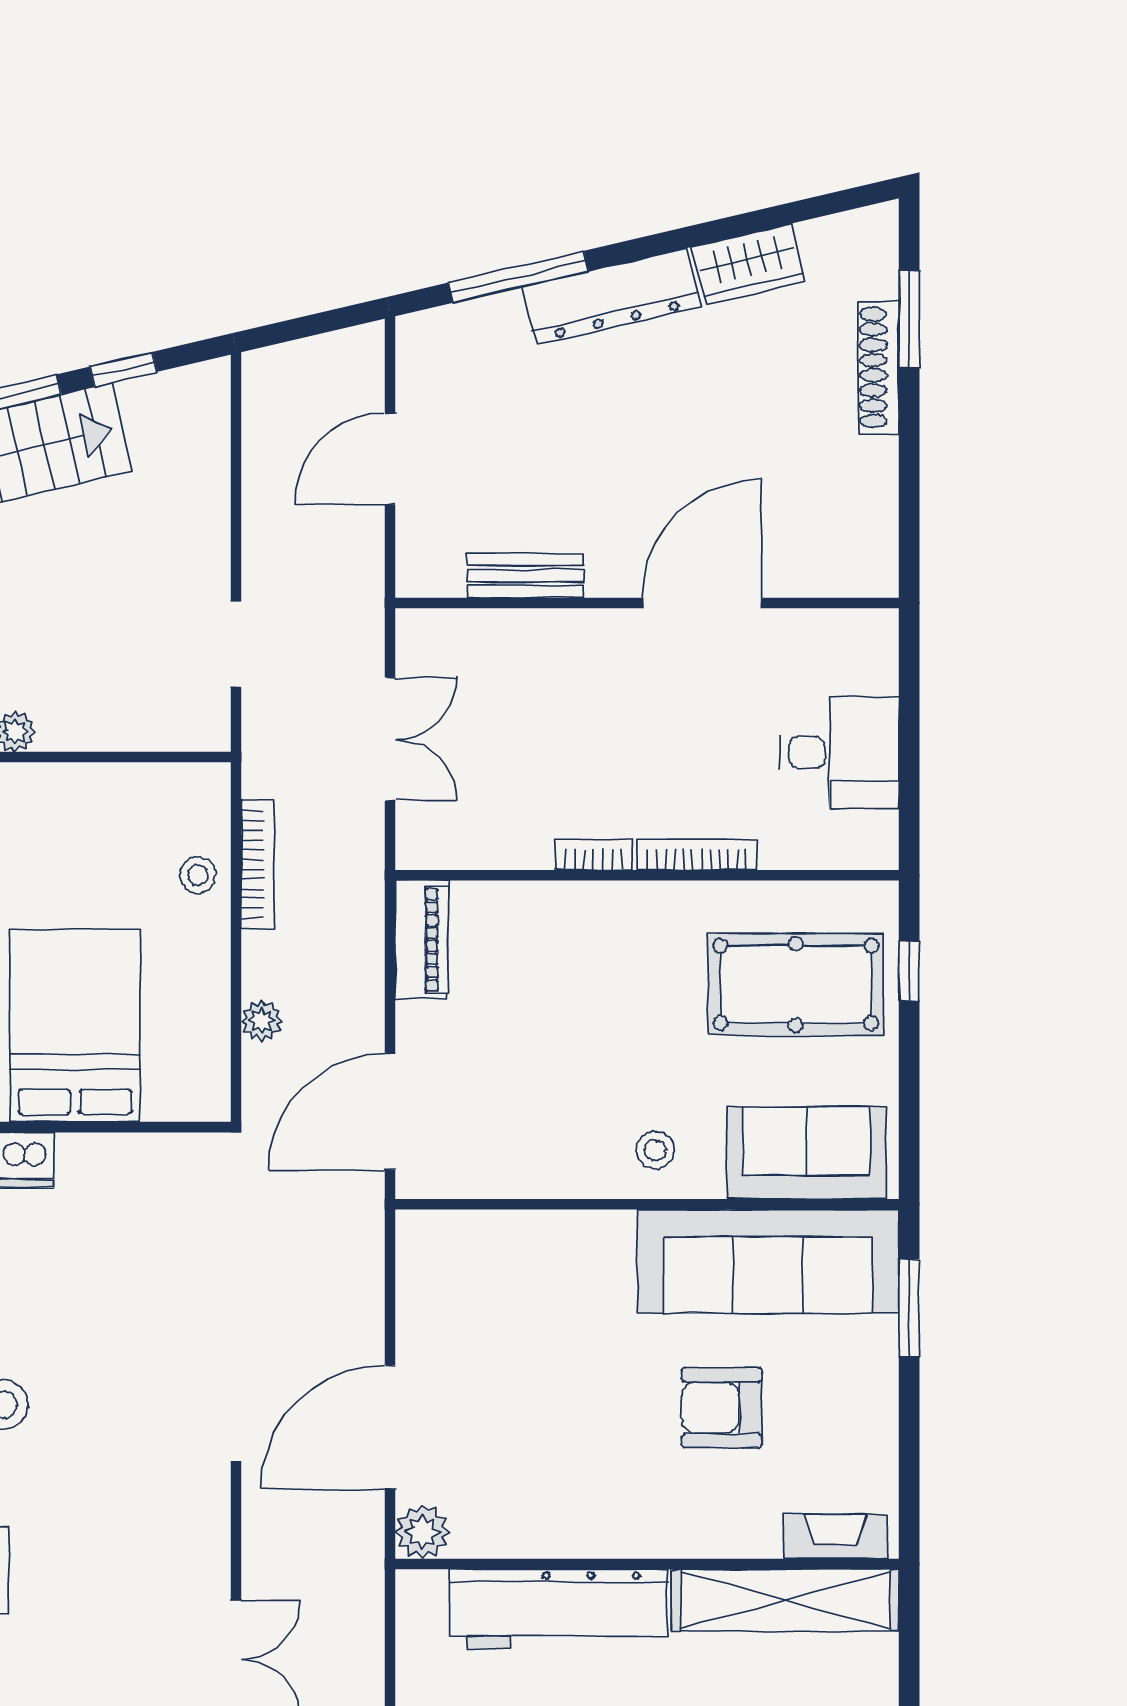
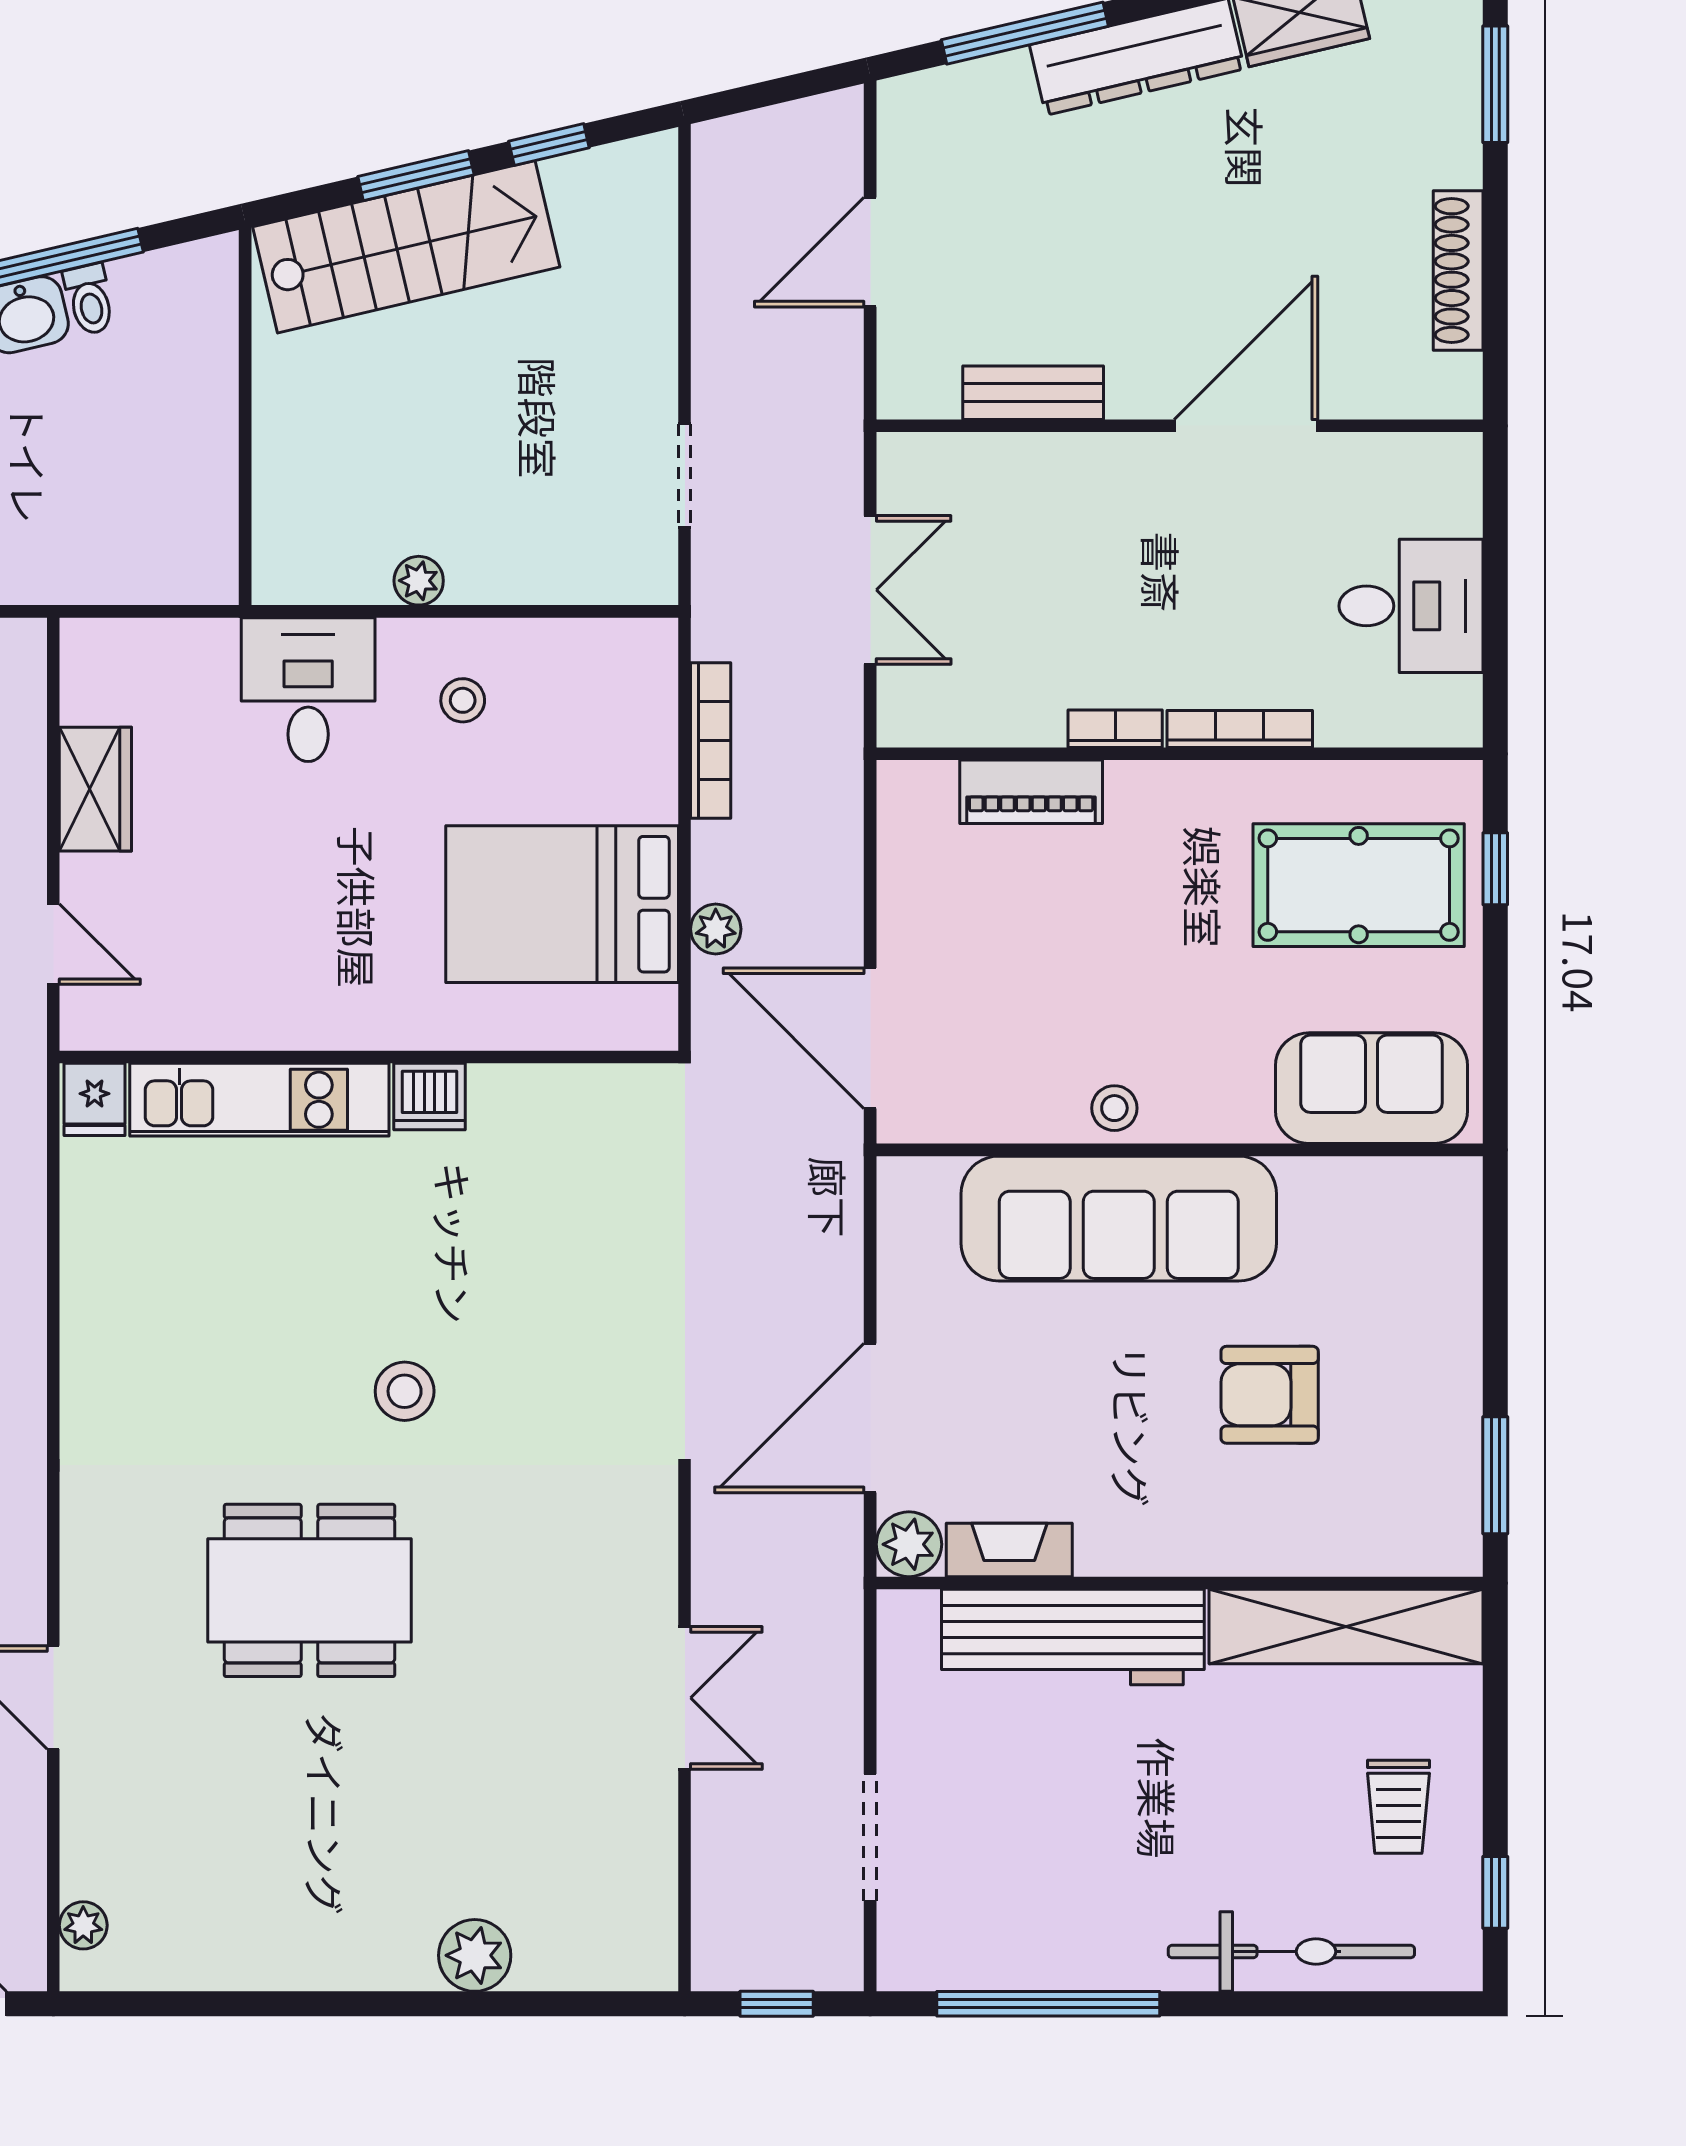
shoe rack: (878, 368) -> (1458, 271), moved
stool: (198, 875) -> (463, 700), moved
piano: (422, 940) -> (1031, 792), moved, turned 90
bed: (75, 1025) -> (562, 904), moved, turned -90
door: (390, 1112) -> (870, 1038), hinge flipped
stool: (655, 1150) -> (1114, 1108), moved
sofa: (768, 1261) -> (1119, 1219), moved
window: (909, 1308) -> (1495, 1475), moved
fireplace: (836, 1537) -> (1009, 1550), moved

